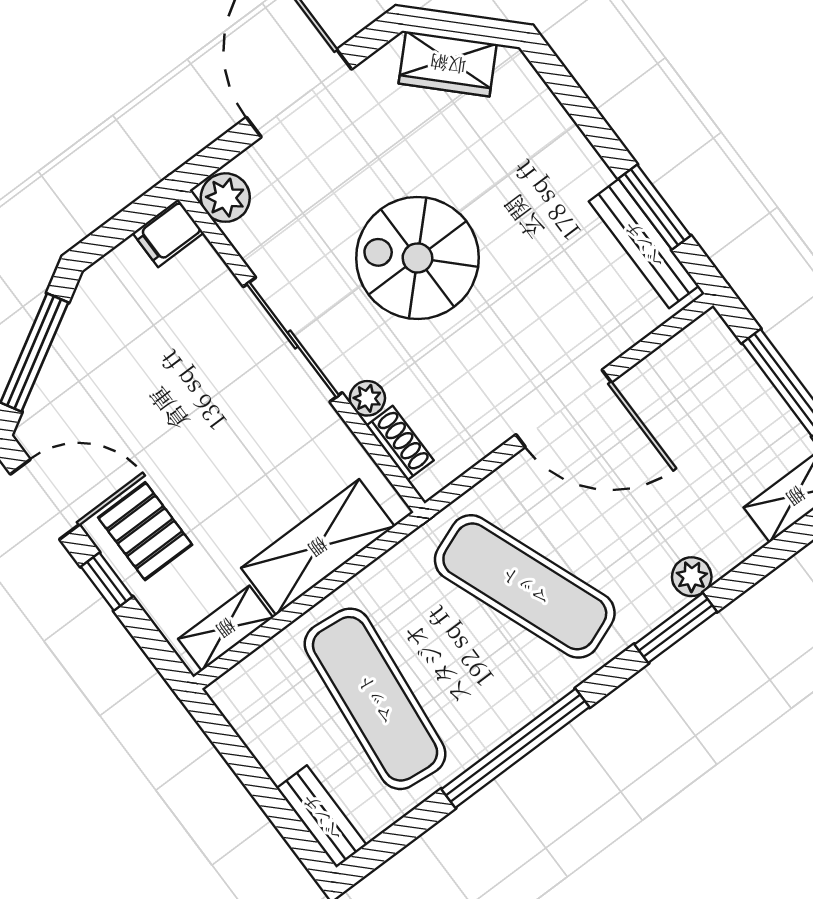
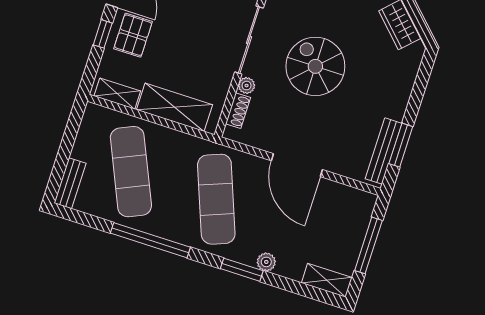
exercise mat: (375, 699) -> (131, 172), turned -30

